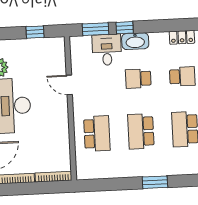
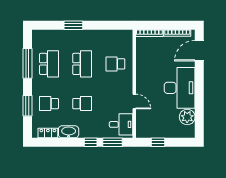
washbasin: (135, 41) -> (69, 132), moved
desk: (107, 50) -> (121, 124), moved, turned -90
school desk: (97, 133) -> (115, 64), width x0.54

